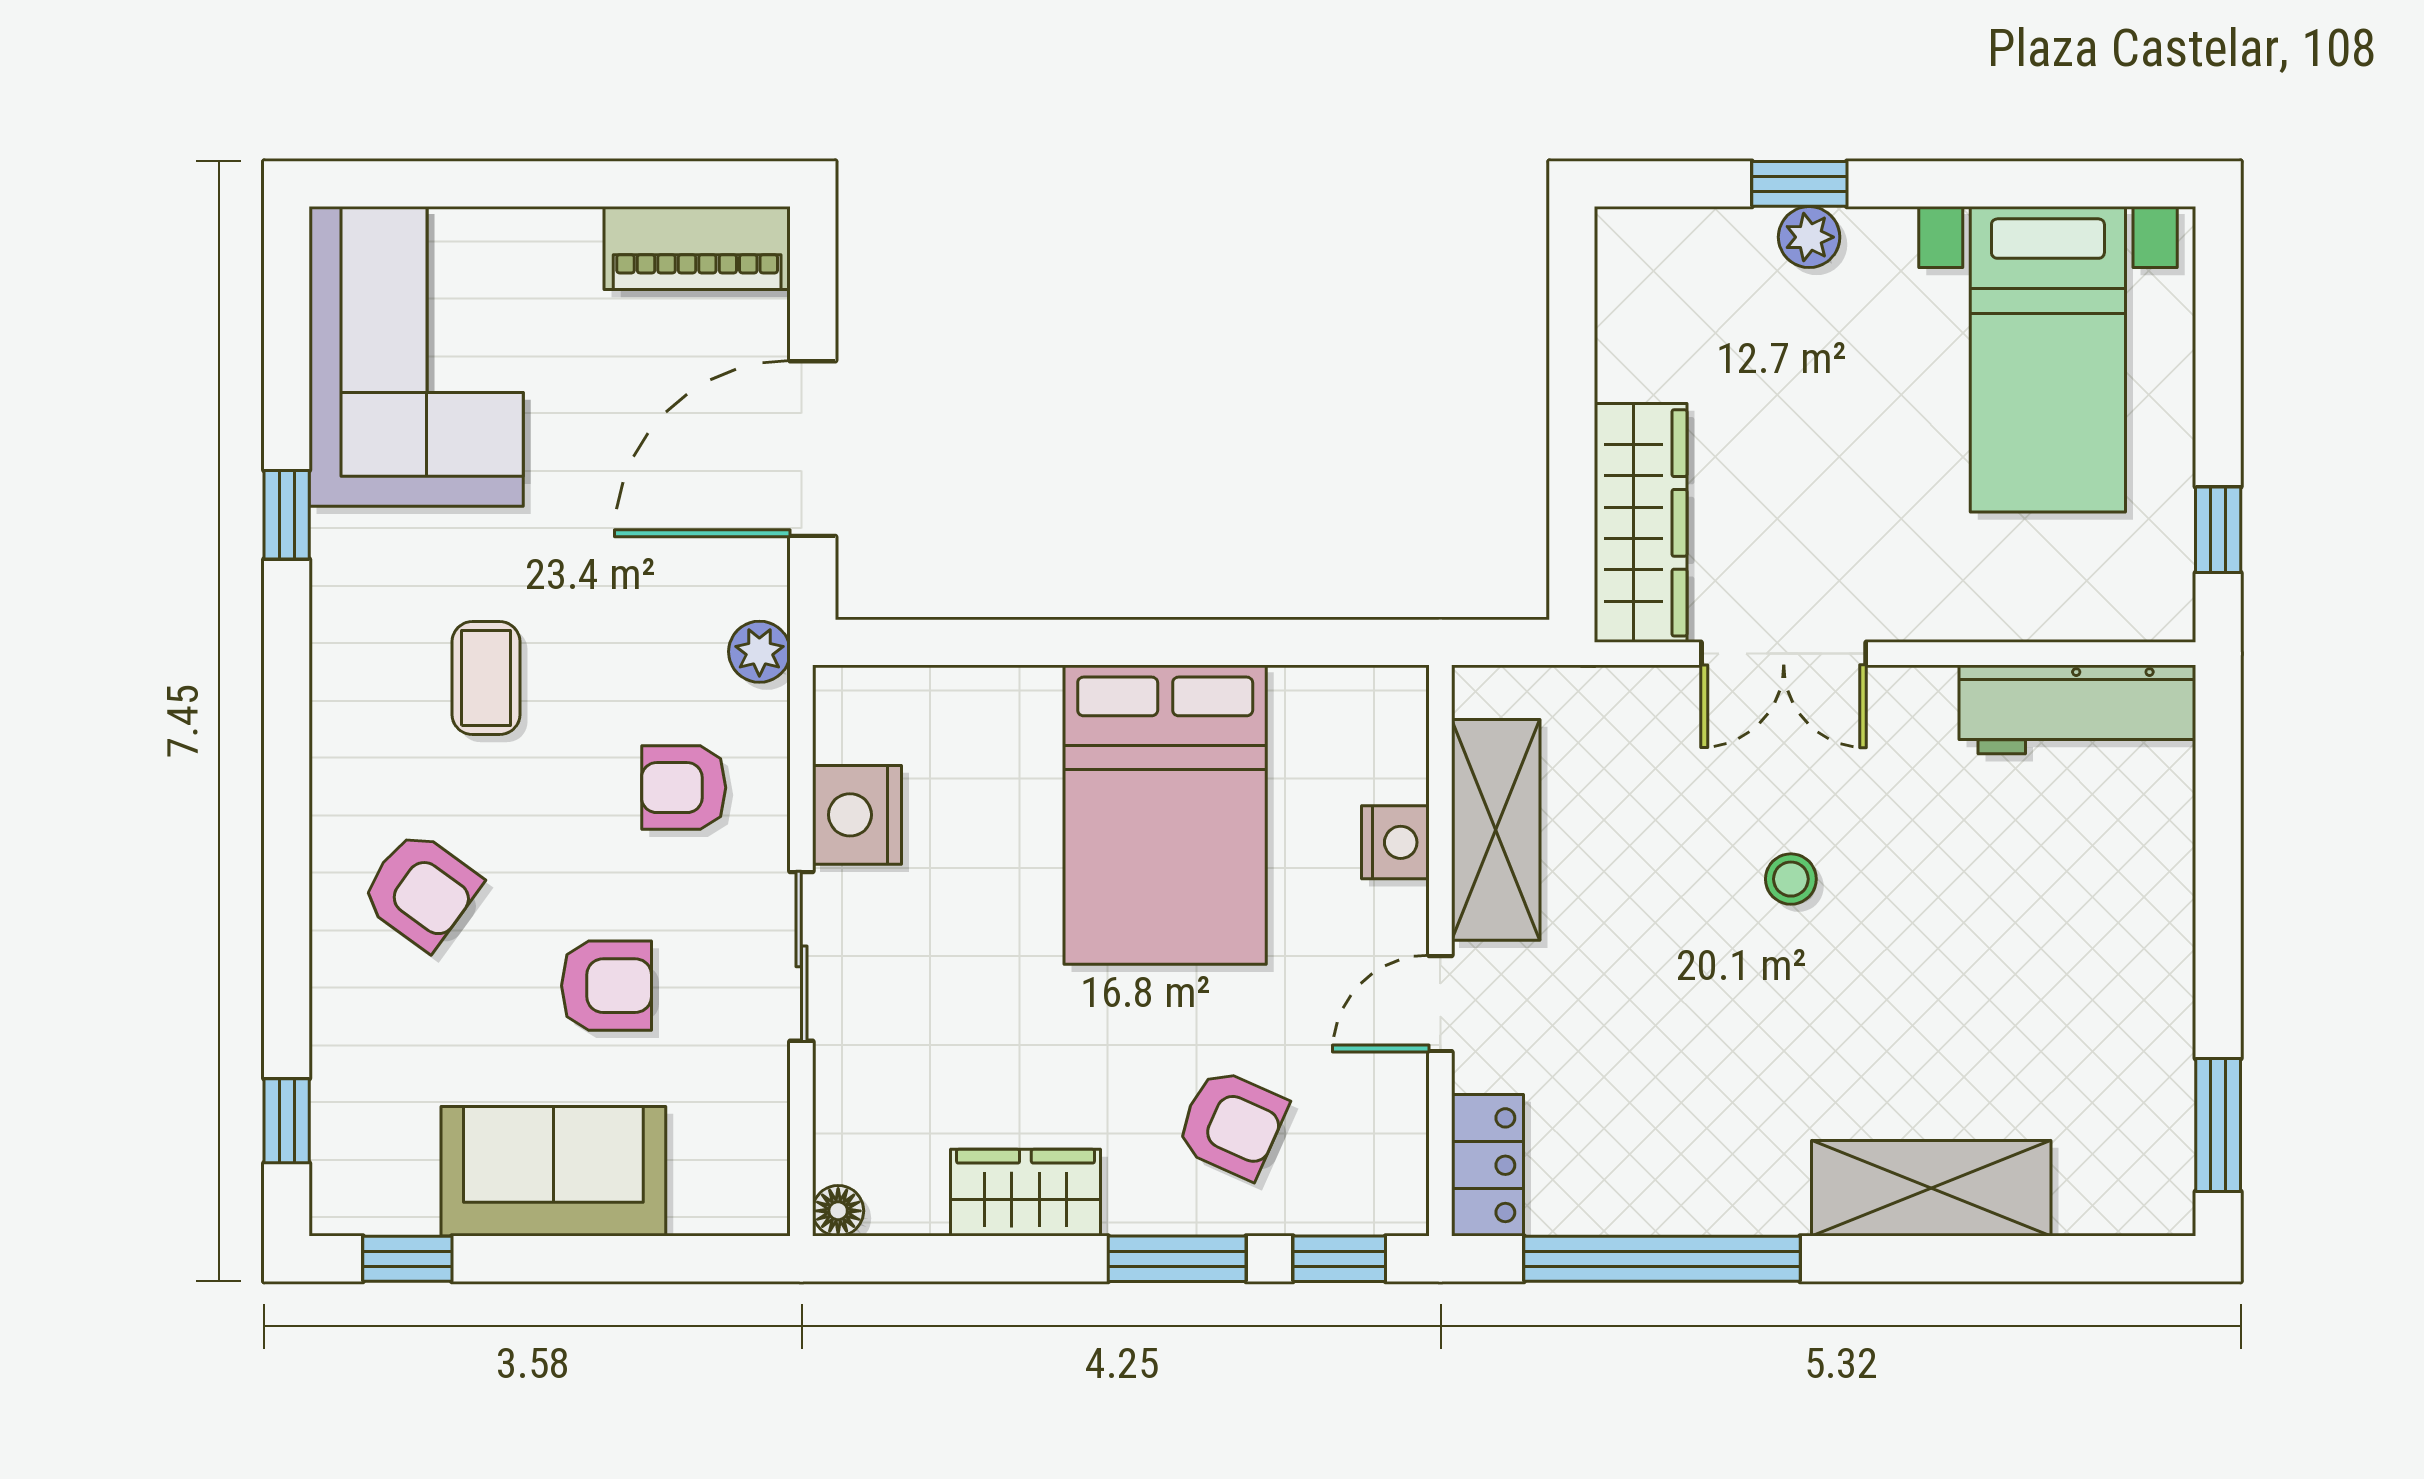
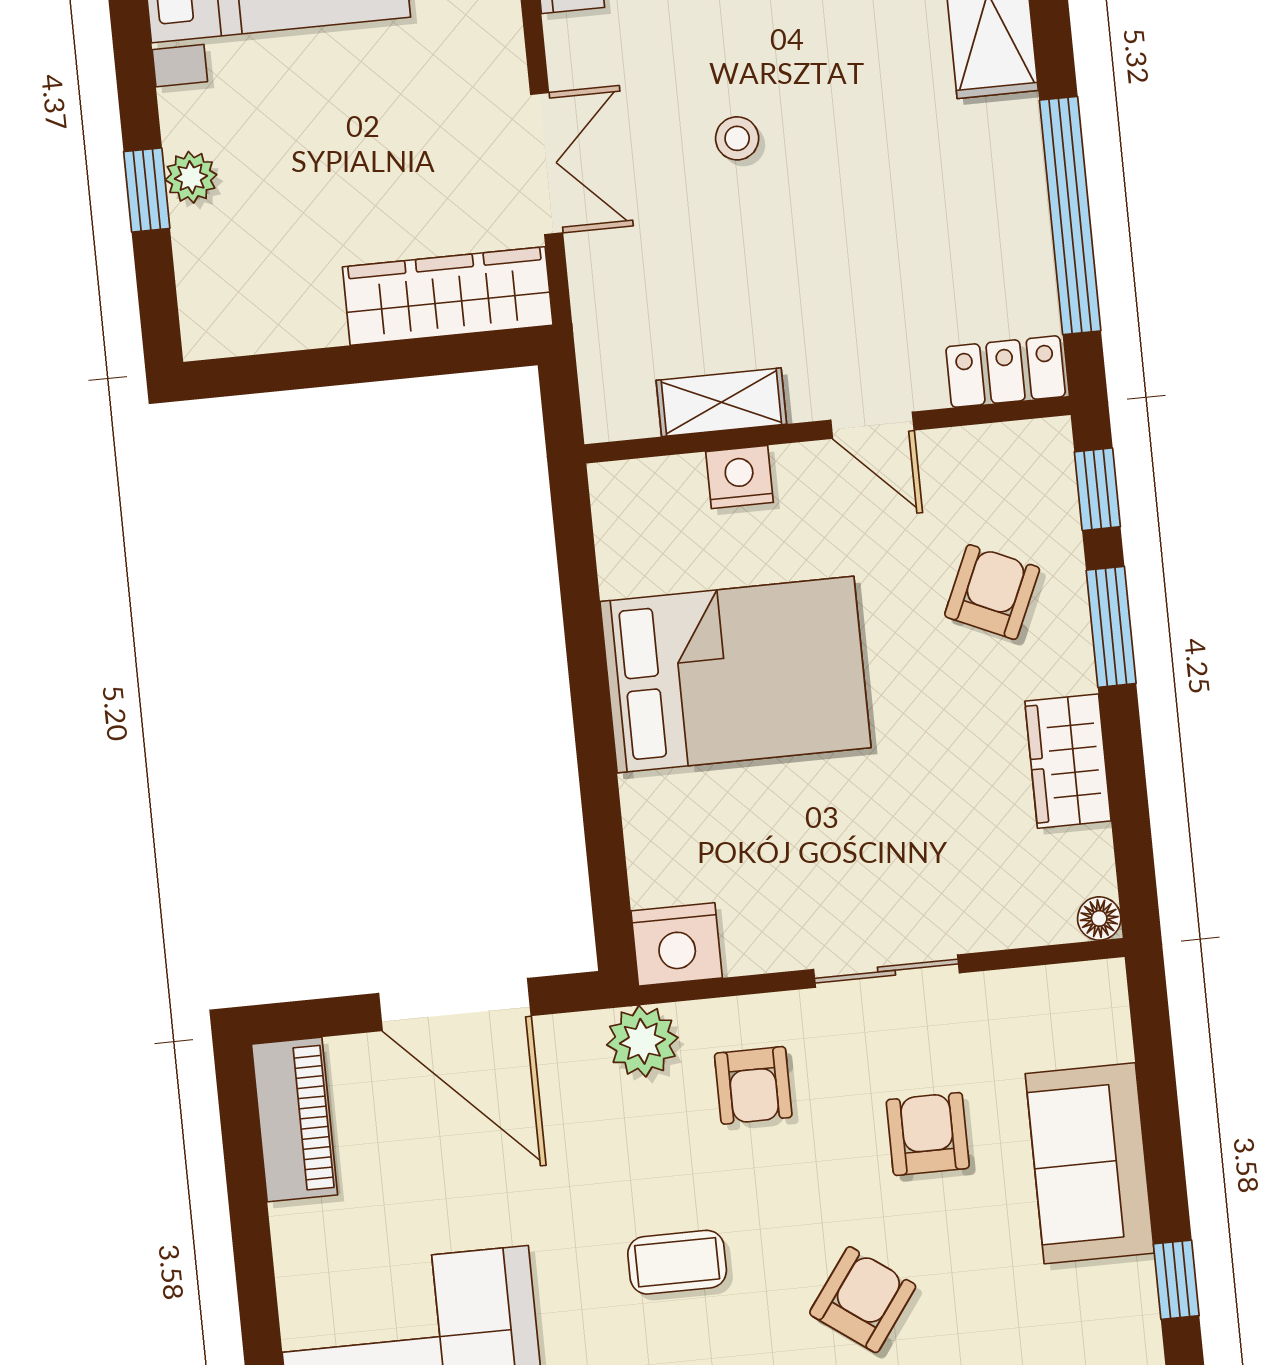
plant: (759, 652) -> (642, 1041), width x1.38, depth x1.38
nightstand: (857, 815) -> (677, 944), moved
shelving: (1496, 830) -> (721, 402), width x0.67, depth x0.75

